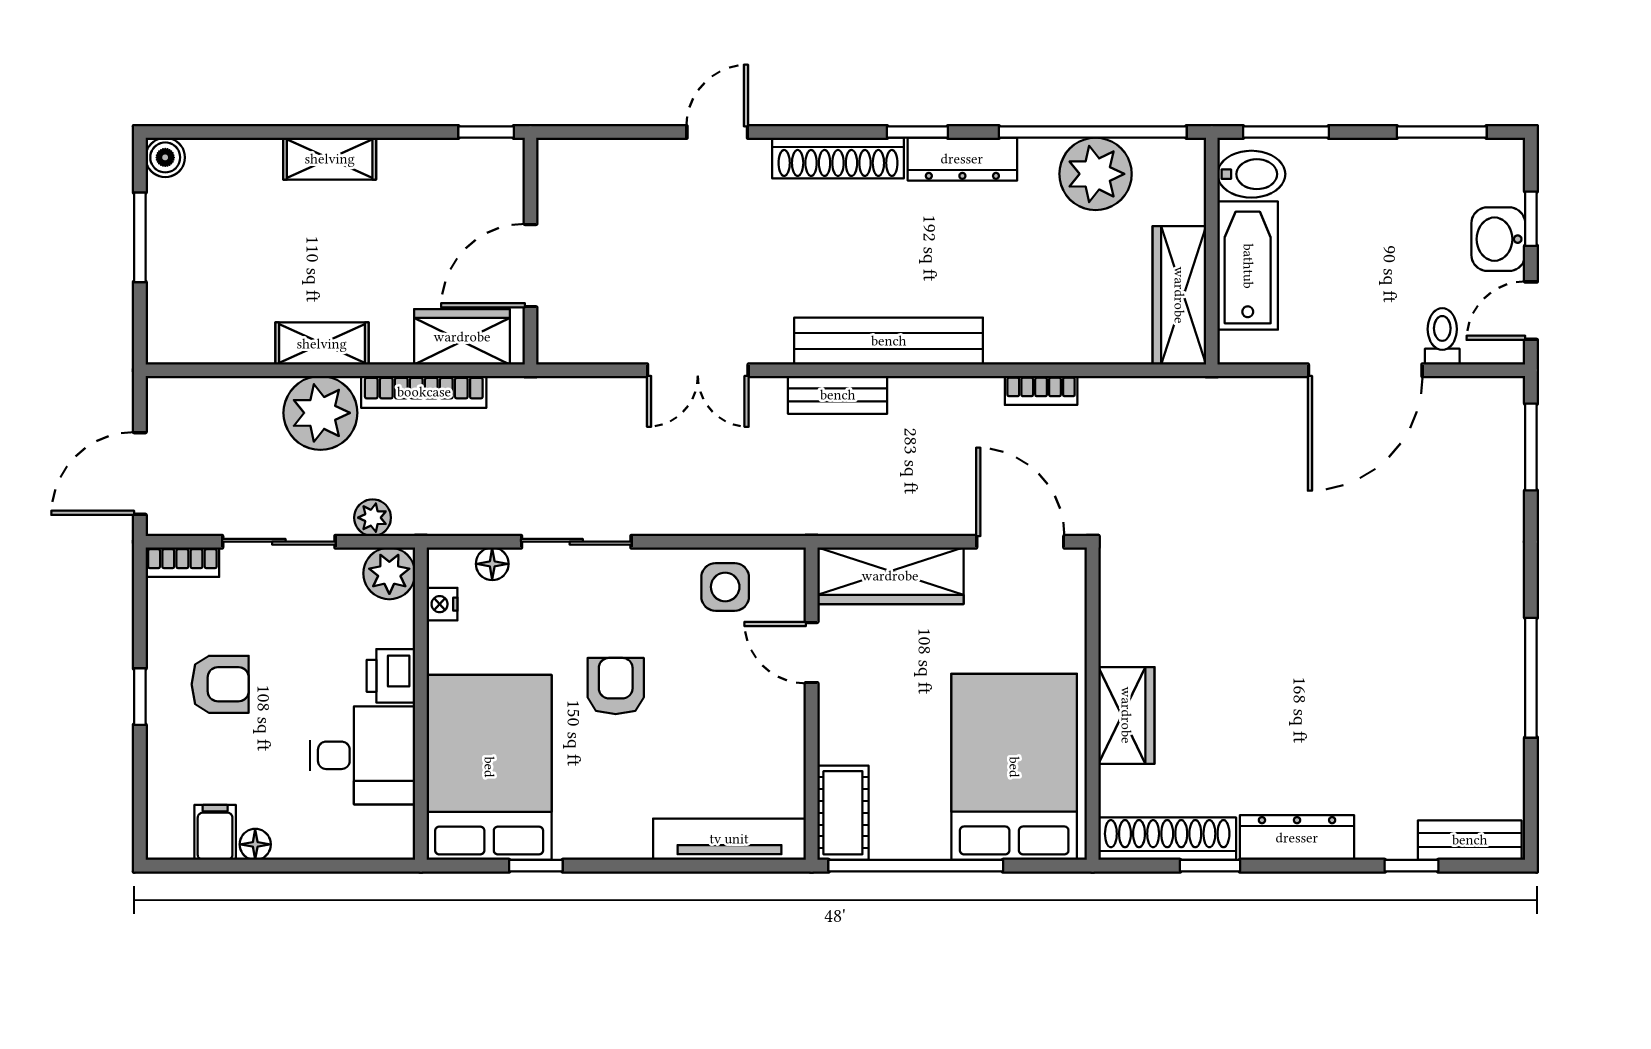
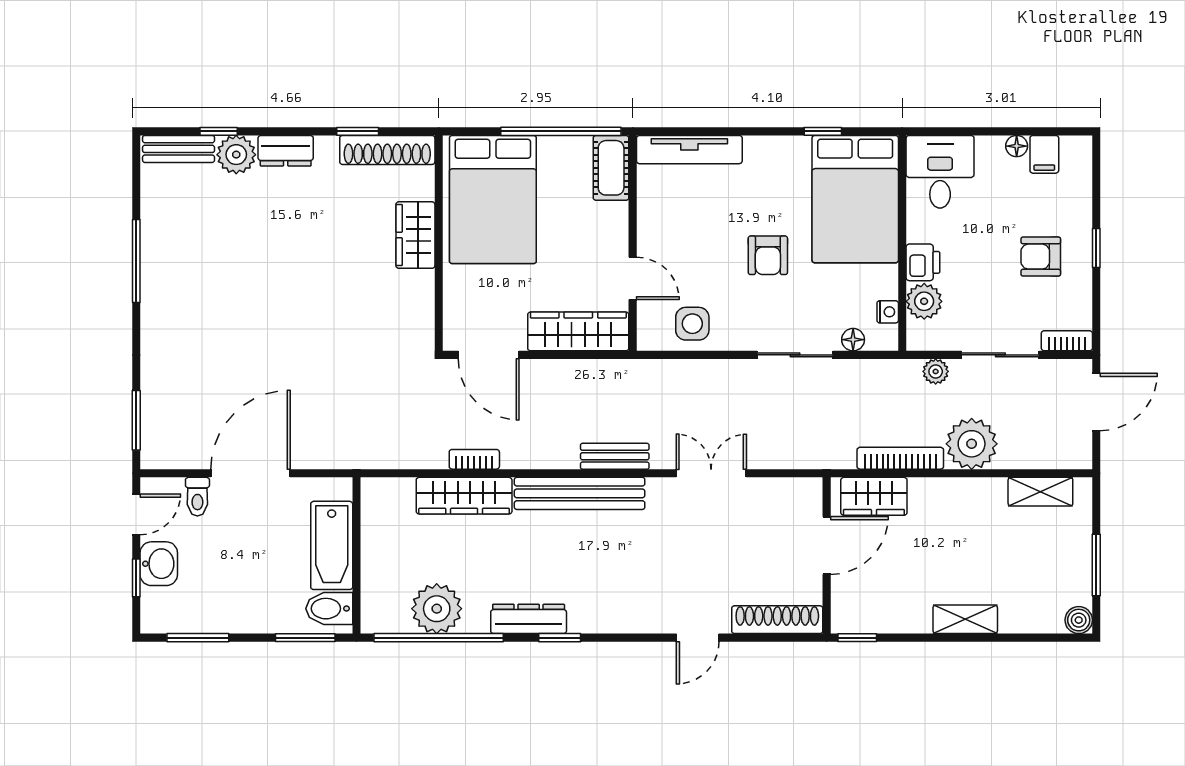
shoe rack: (838, 158) -> (777, 620), moved
wardrobe: (1179, 295) -> (464, 496), moved, turned 90
shelving: (322, 344) -> (1040, 492), moved
plant: (389, 573) -> (924, 301), moved
desk: (362, 755) -> (940, 172), moved, turned 90
plant: (1386, 832) -> (236, 155), added
dresser: (1297, 838) -> (286, 151), width x0.70

